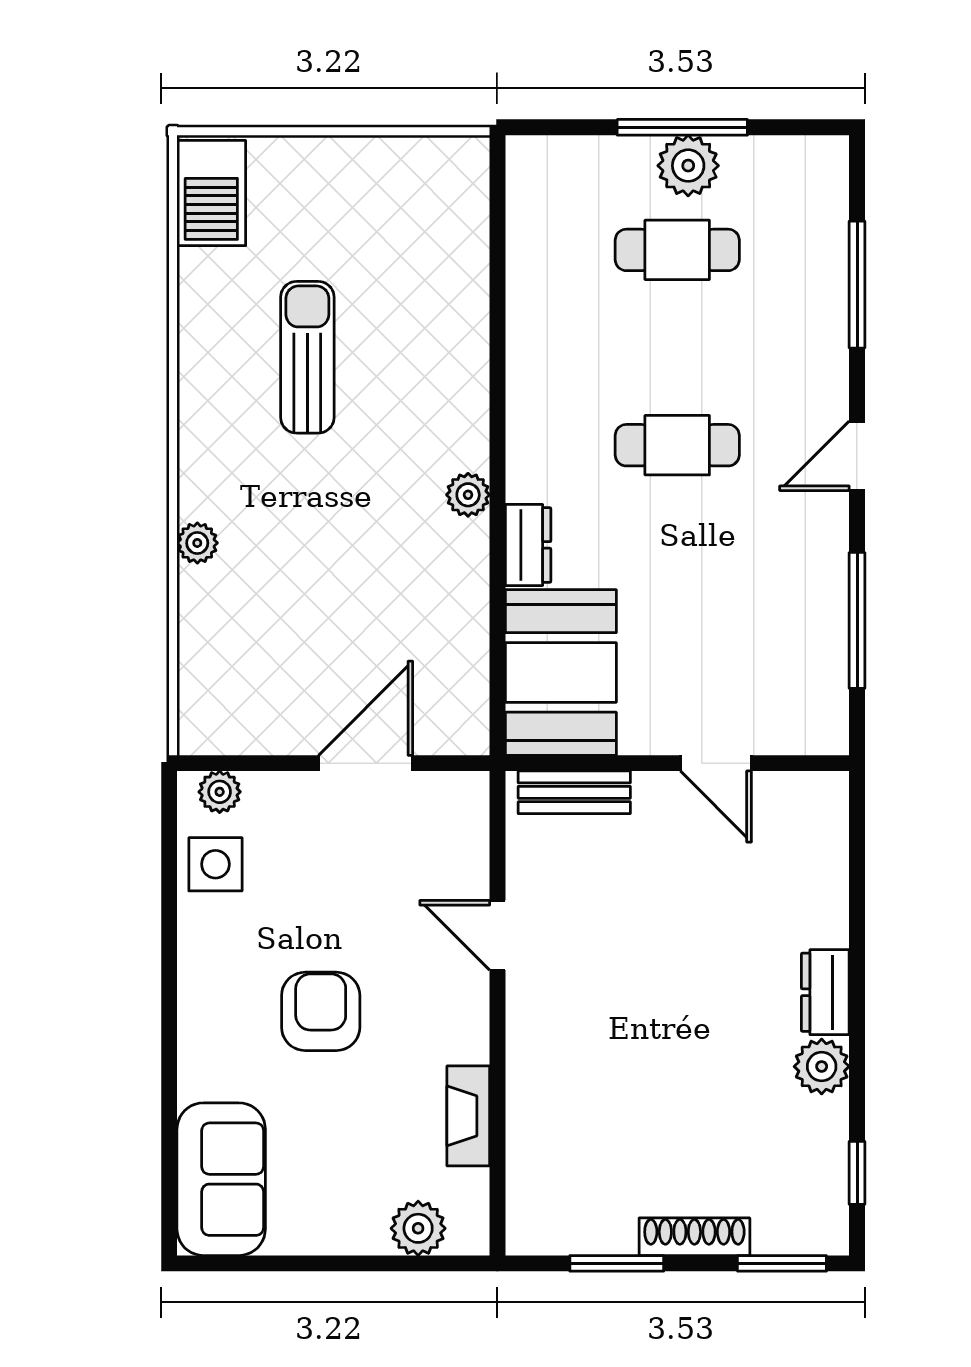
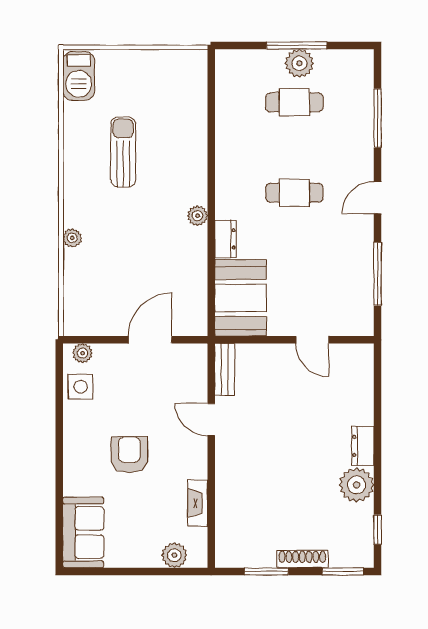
bench: (574, 792) -> (225, 369), moved, turned 90
plant: (822, 1066) -> (357, 485), width x1.36, depth x1.36

